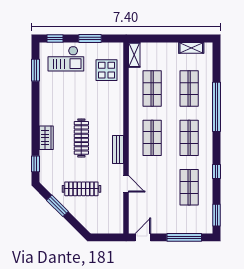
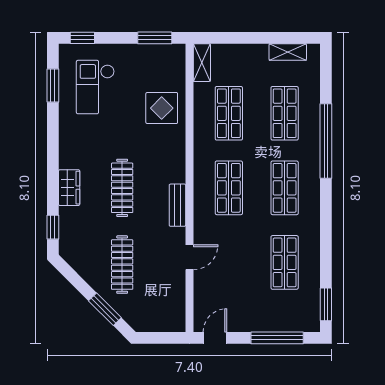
window: (90, 38) -> (155, 38), moved
checkout: (66, 59) -> (95, 87), moved, turned 90
display table: (106, 70) -> (162, 108), moved
window: (217, 172) -> (326, 239), removed
door: (126, 184) -> (189, 257), hinge flipped
clothes rail: (81, 189) -> (122, 265), turned 90
window: (57, 206) -> (105, 309), moved

